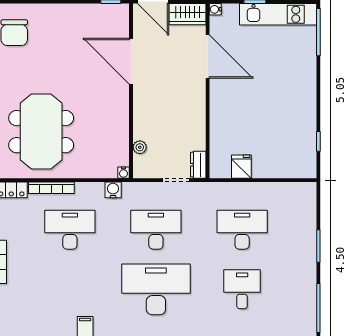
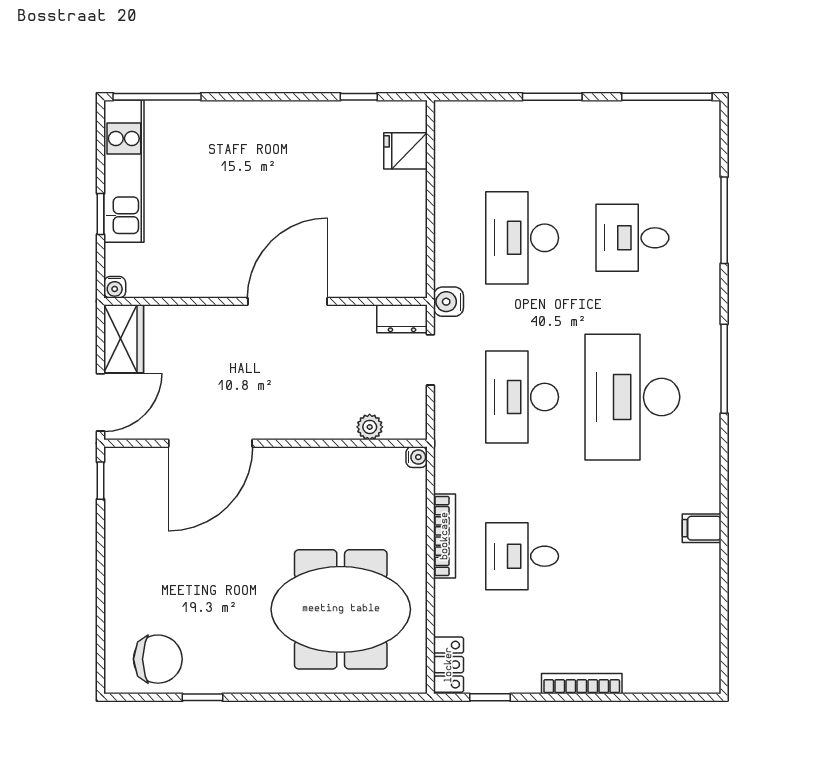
door: (208, 57) -> (288, 301), moved
fridge: (241, 167) -> (405, 151), moved
bookcase: (51, 188) -> (445, 536), moved
water cooler: (113, 190) -> (449, 302), moved
desk: (70, 230) -> (522, 556), width x0.73

